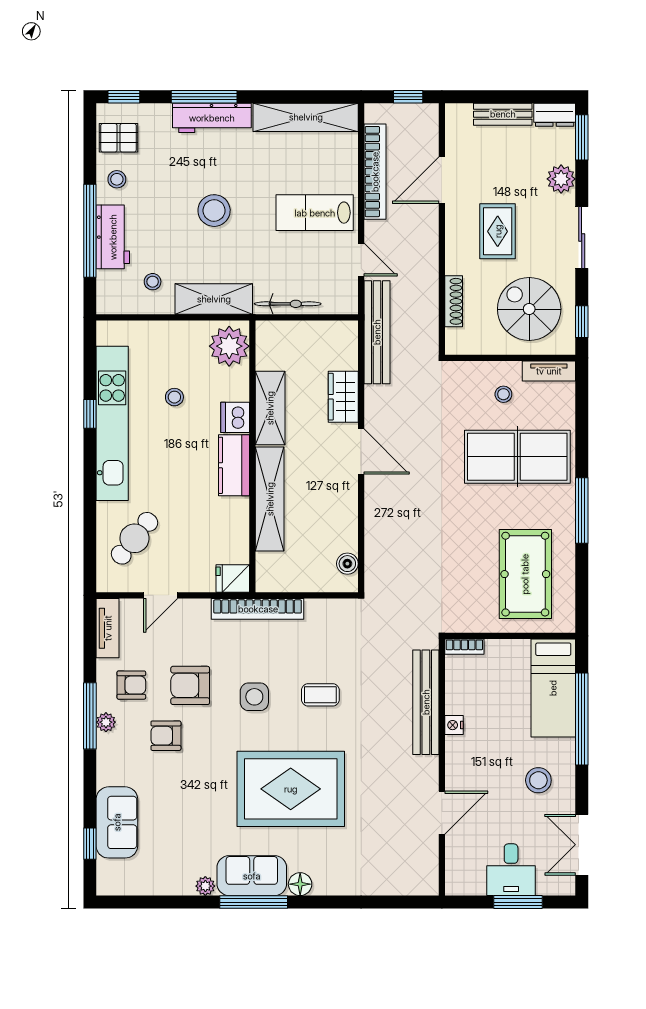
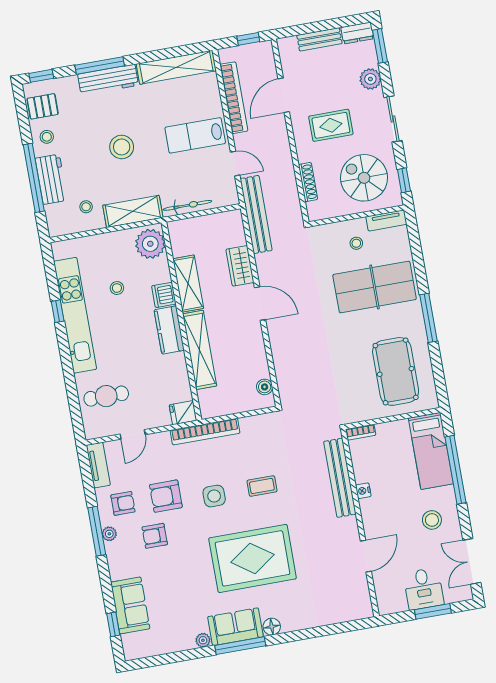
rug: (498, 231) -> (331, 125), turned 90
cafe table: (134, 538) -> (106, 396), turned 51

